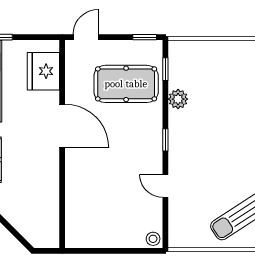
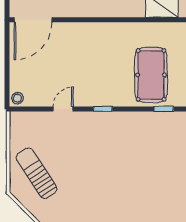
plant: (178, 99) -> (138, 120), removed
door: (62, 126) -> (33, 20), moved

